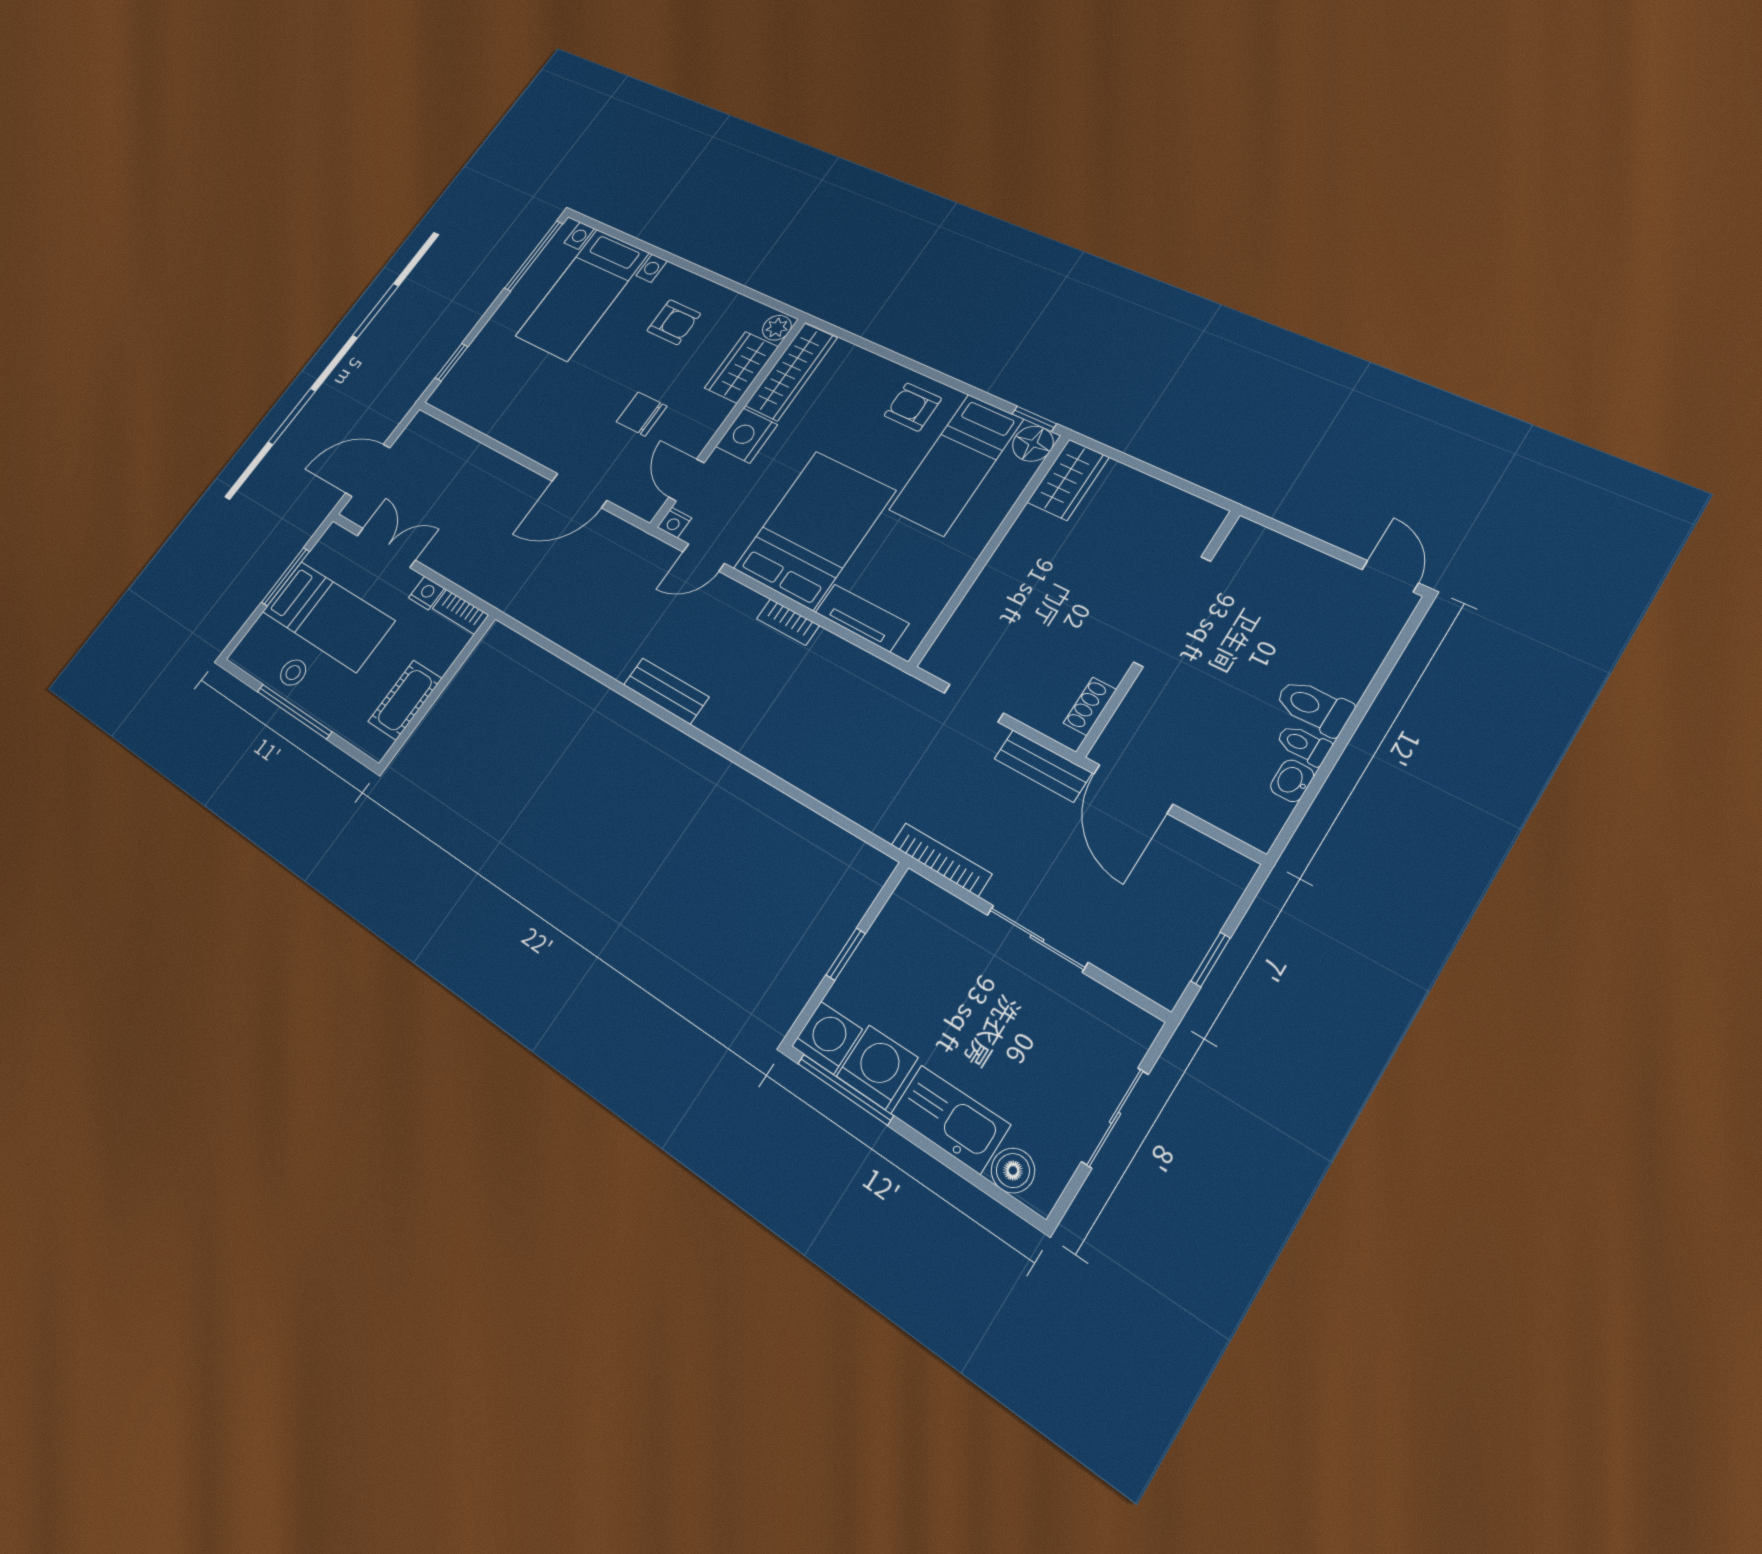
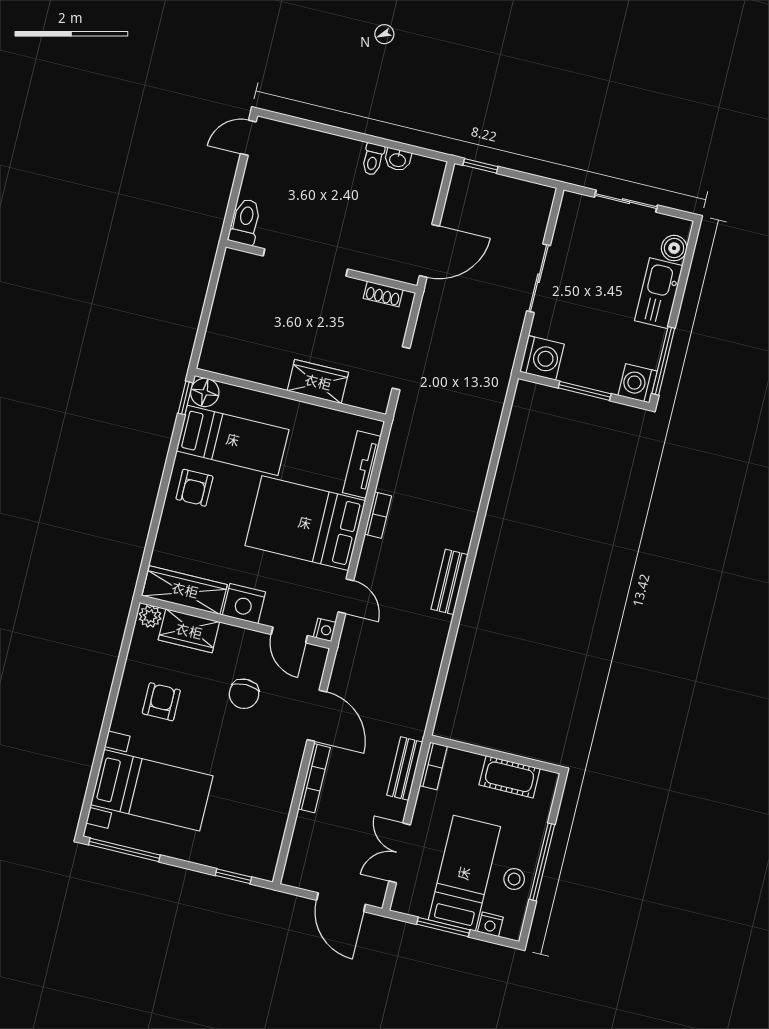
door: (686, 480) -> (289, 635), hinge flipped
wardrobe: (1068, 480) -> (318, 382), moved
nightstand: (426, 593) -> (490, 924), moved, turned -90
toilet: (1314, 707) -> (245, 222), moved, turned 180
bench: (1043, 766) -> (405, 769), moved
bookcase: (941, 859) -> (314, 778), moved, turned 180
window: (846, 954) -> (585, 391), width x1.50
window: (1211, 959) -> (480, 166), moved
washing machine: (877, 1067) -> (542, 358), moved, turned 180

